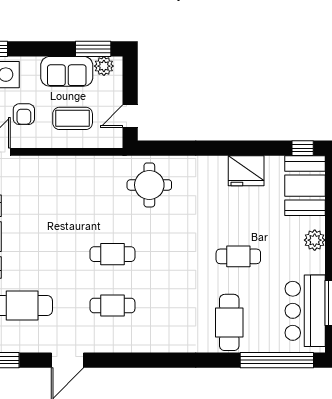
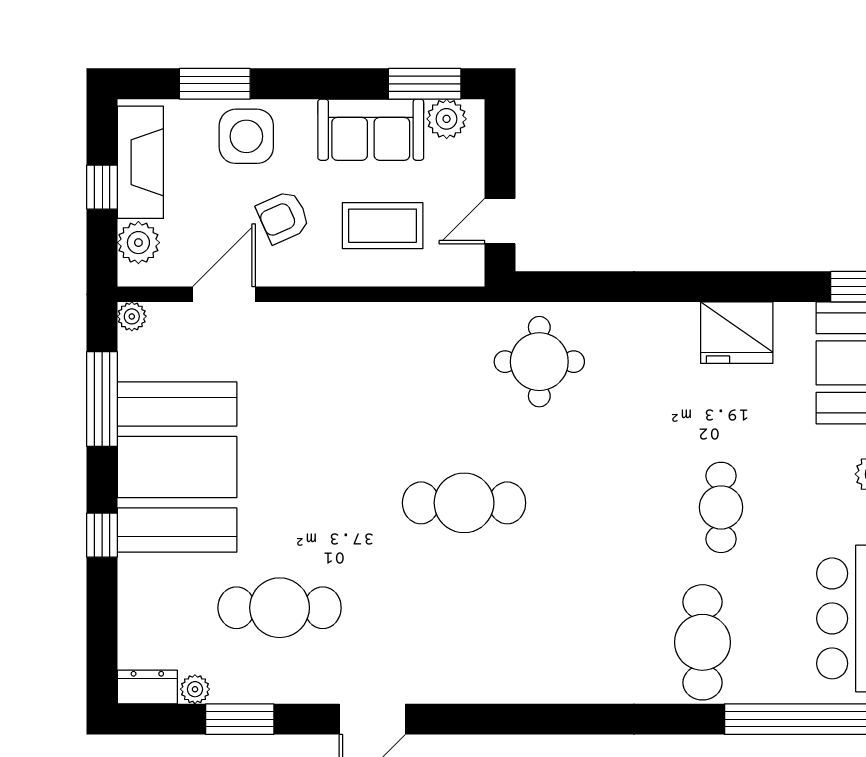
armchair: (24, 114) -> (283, 217), turned 66
cafe table: (112, 254) -> (464, 503), width x1.37, depth x1.35
cafe table: (238, 256) -> (721, 507), turned 90
cafe table: (112, 306) -> (464, 608), removed

